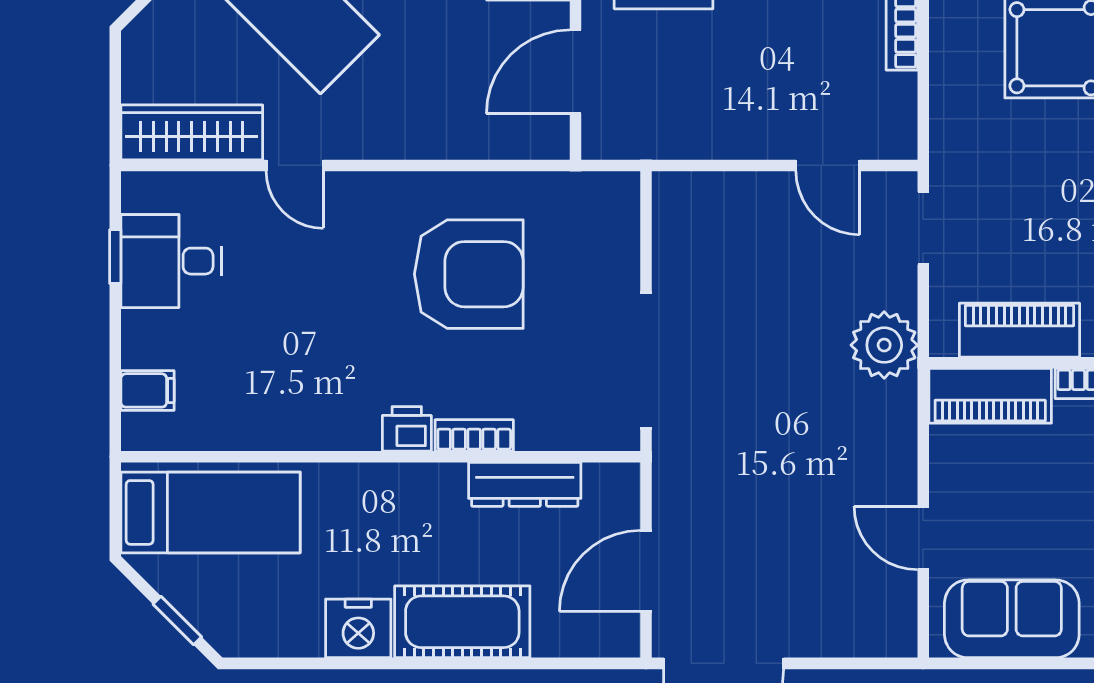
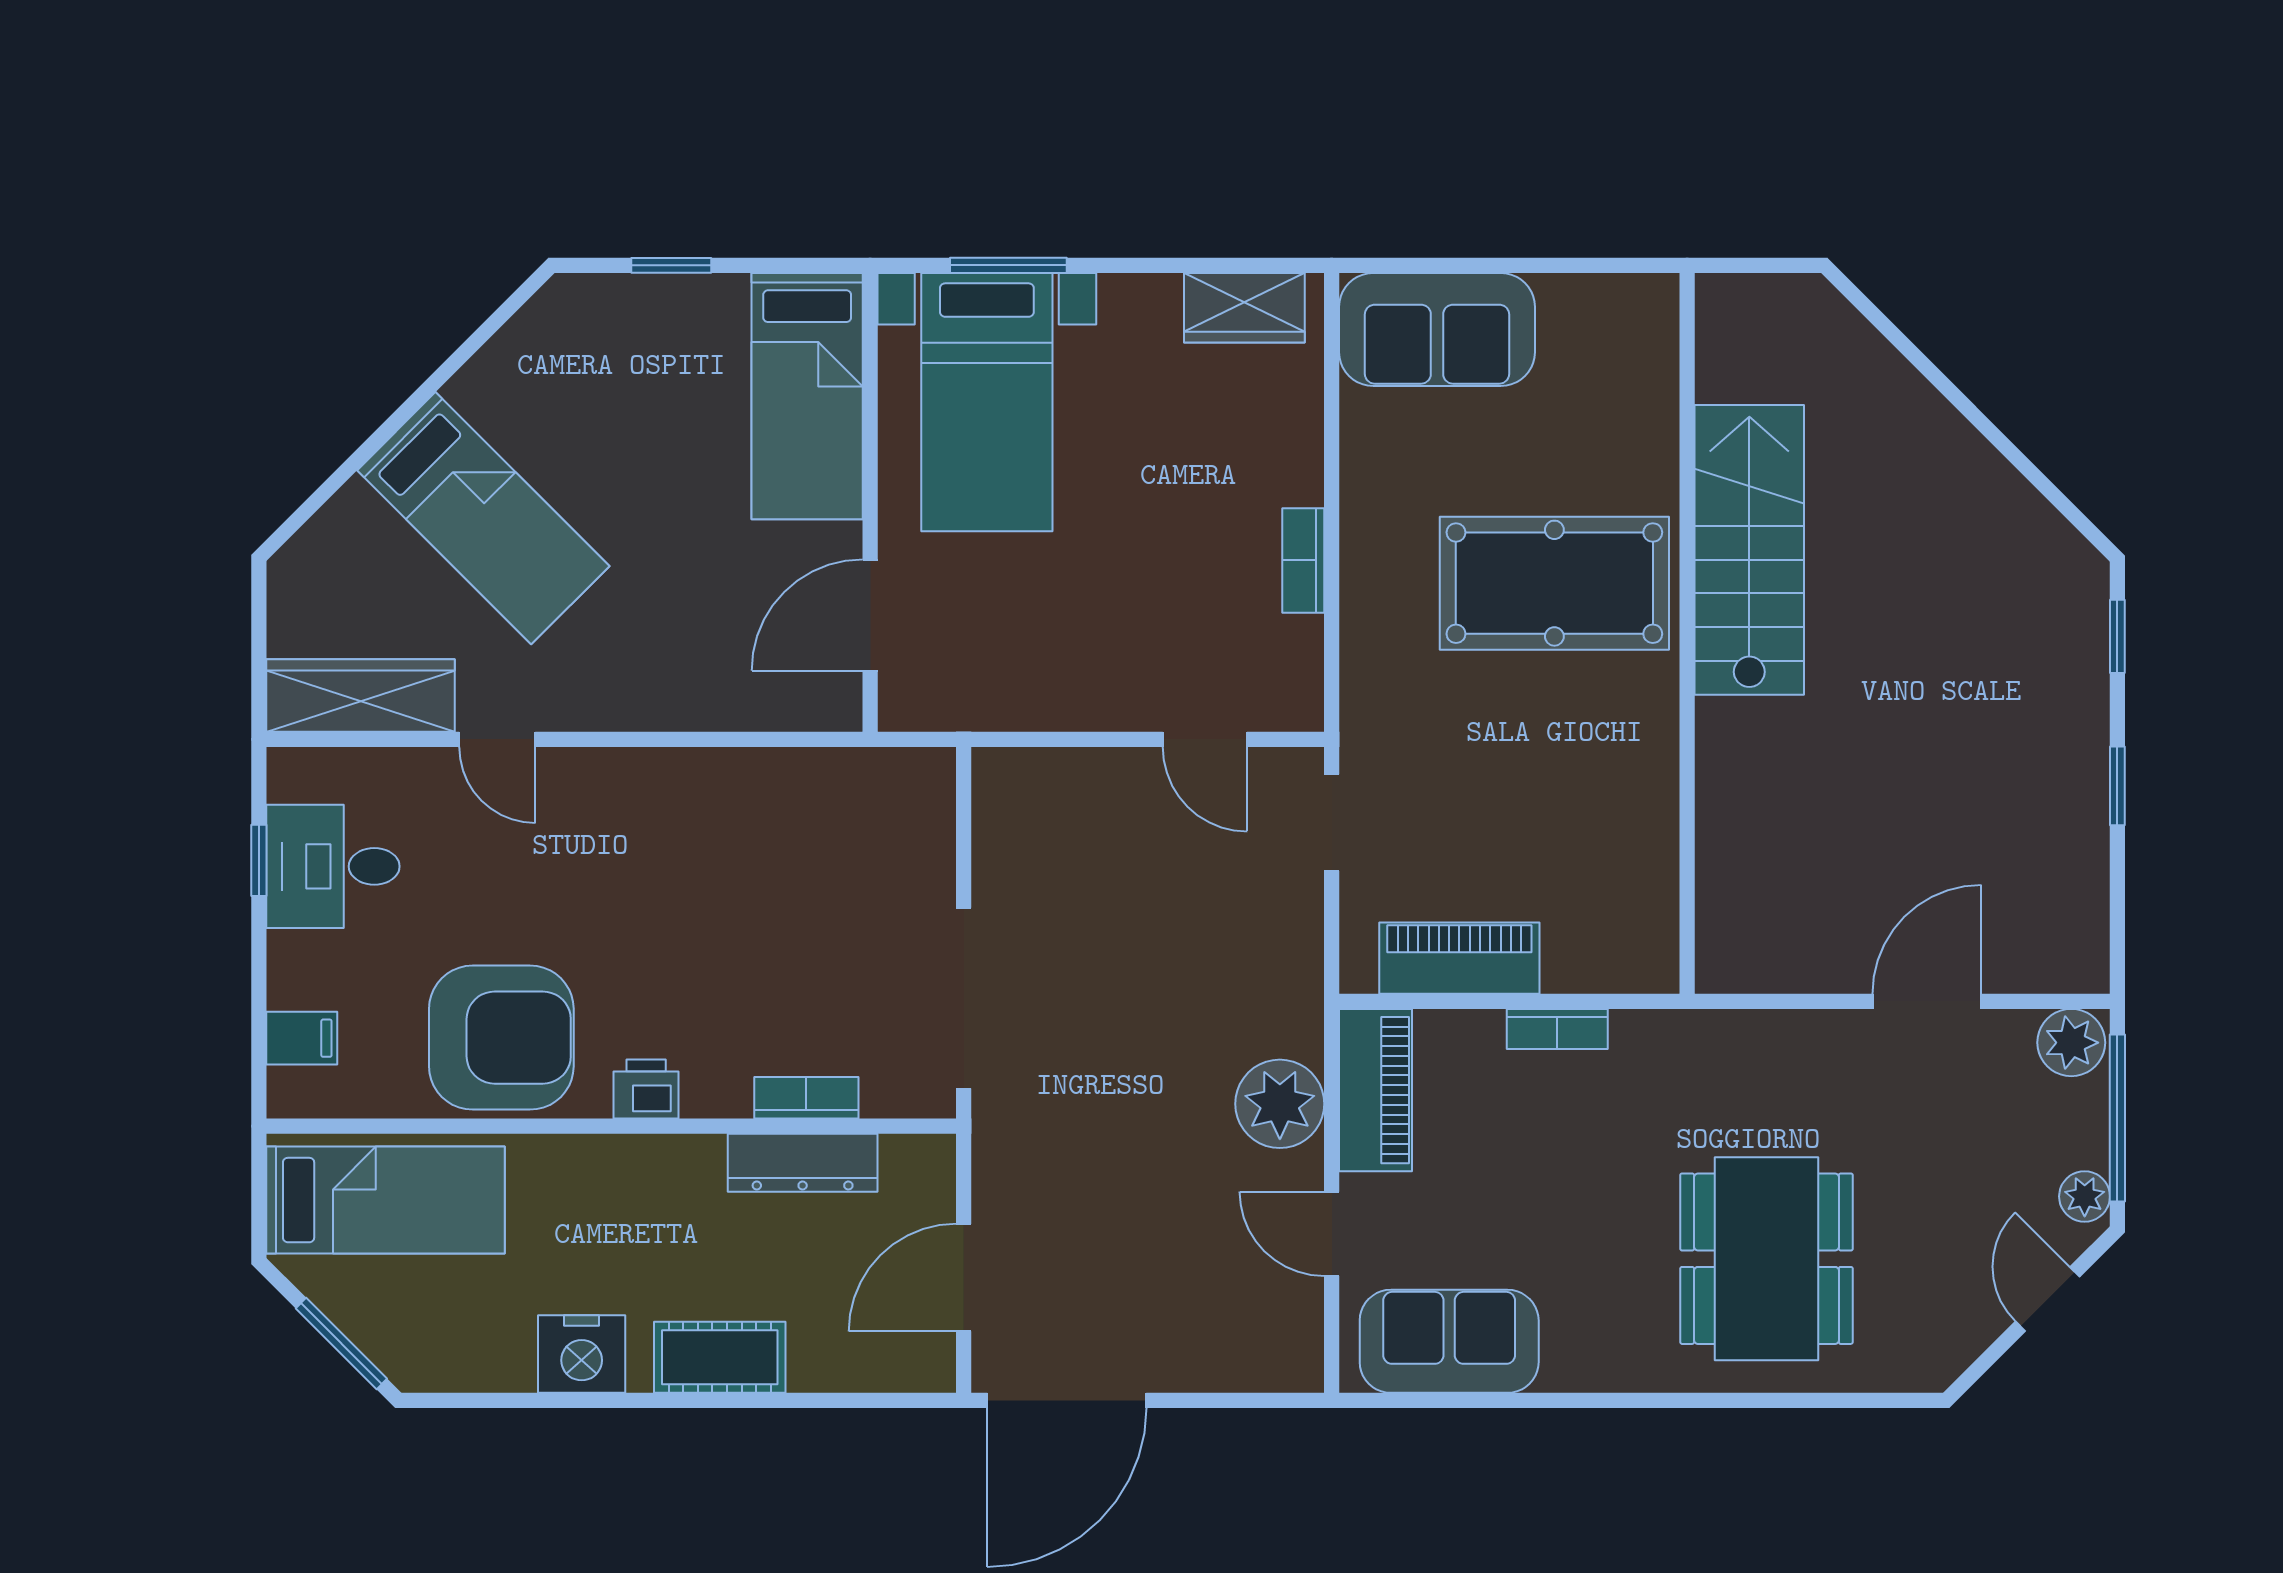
armchair: (469, 274) -> (501, 1038), moved
plant: (884, 345) -> (1280, 1104), moved
piano: (990, 396) -> (1375, 1090), moved, turned -90
bookcase: (474, 435) -> (806, 1098), moved
window: (177, 620) -> (341, 1343), width x1.50
cot: (462, 622) -> (720, 1357), width x0.73, depth x0.75

